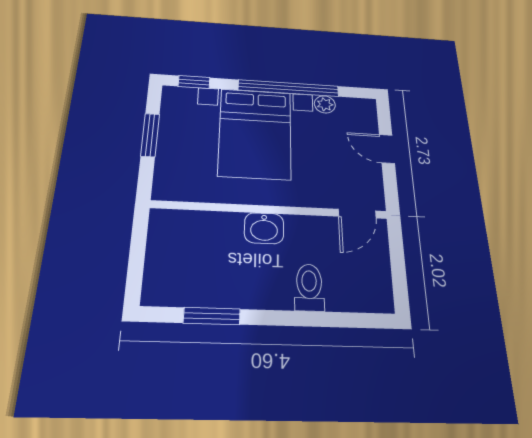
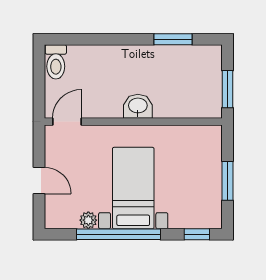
bed with nightstands: (255, 133) -> (133, 188), width x0.73
window: (138, 245) -> (228, 89), added
toilet: (309, 287) -> (56, 62), moved

